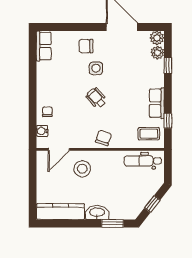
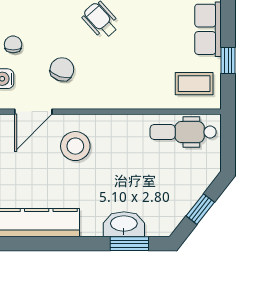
chair: (103, 138) -> (62, 69), moved
washbasin: (97, 213) -> (124, 224), moved

